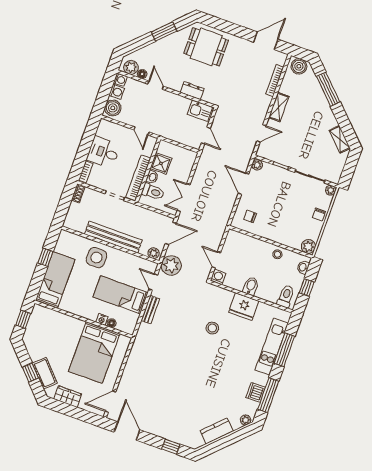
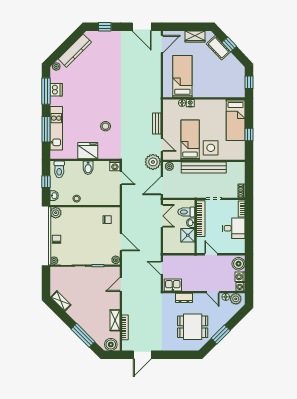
dining table: (206, 47) -> (193, 327), moved
shelving: (279, 107) -> (115, 320), moved
bed: (121, 295) -> (190, 140), moved, turned -90
bed: (94, 353) -> (182, 76), width x0.67
kitchen counter: (217, 431) -> (75, 51), width x1.50

